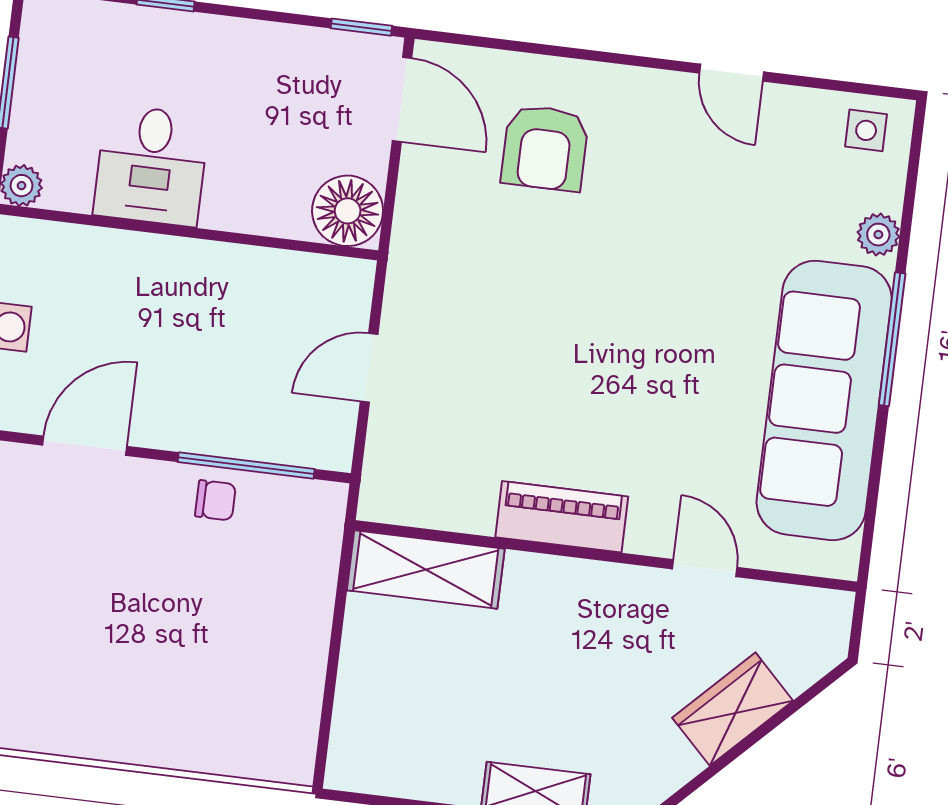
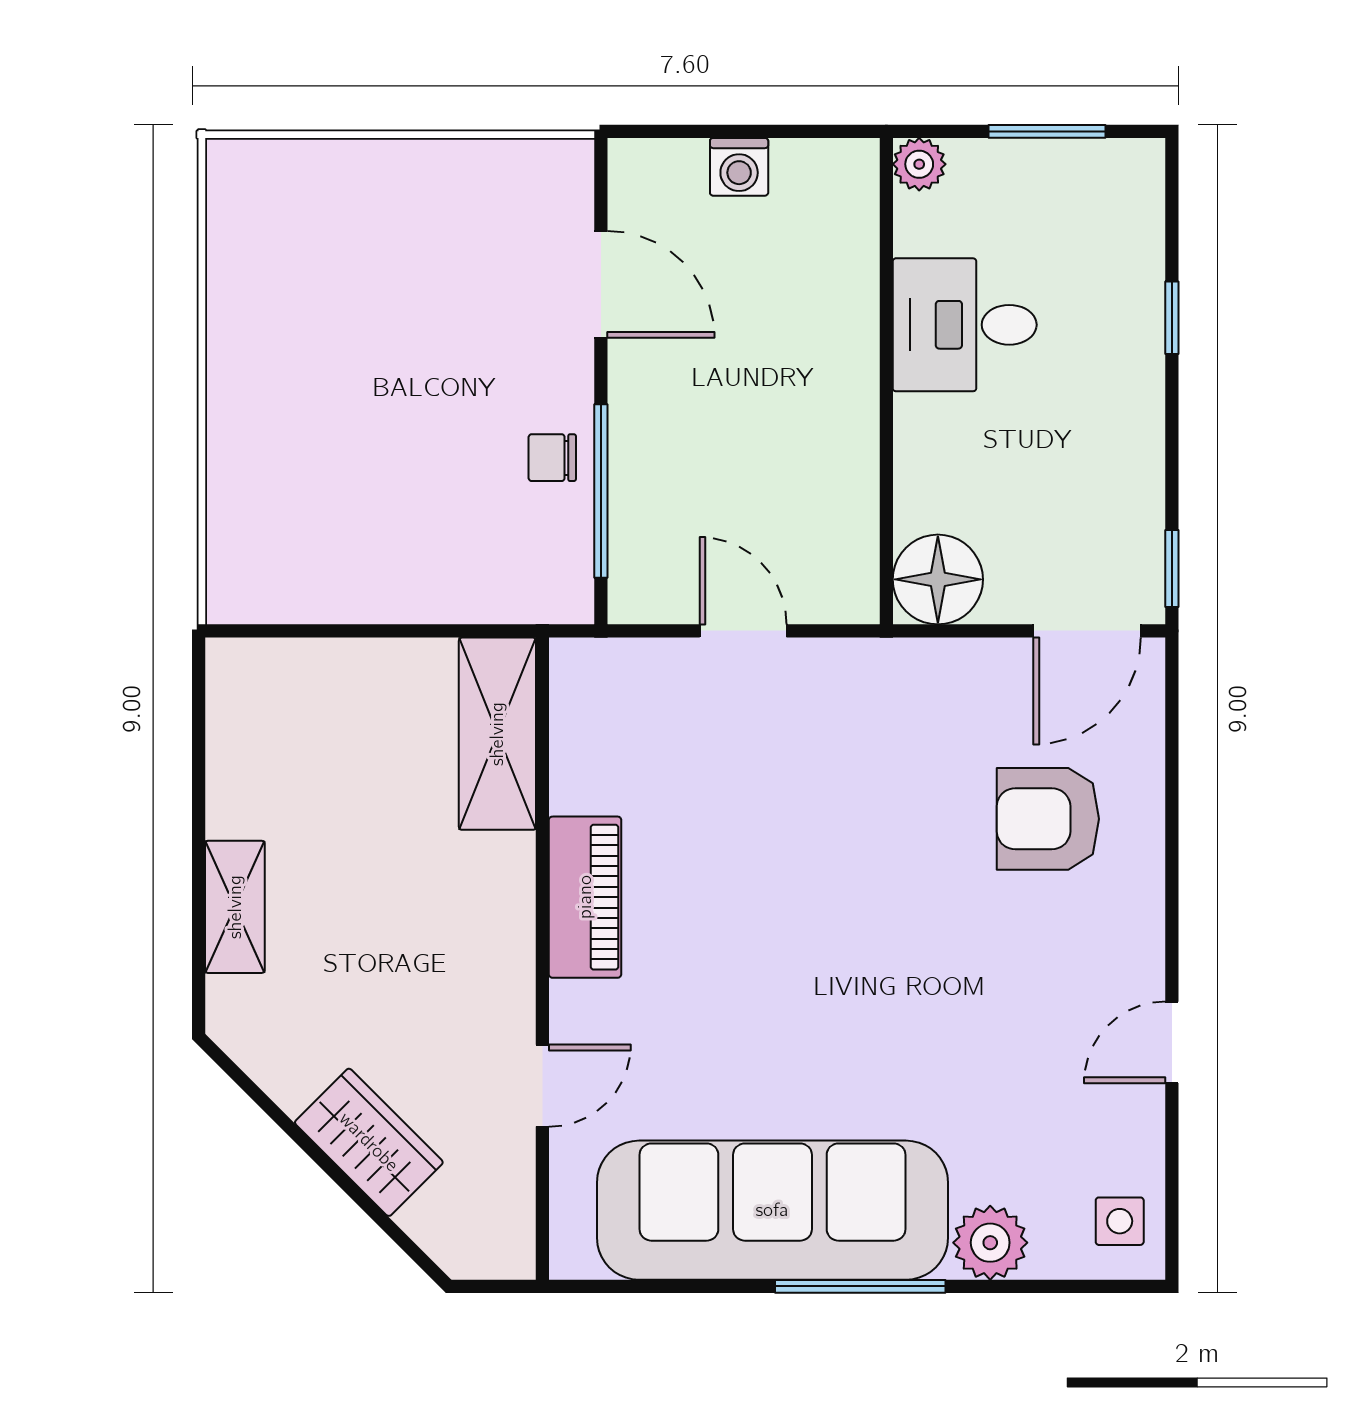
plant: (878, 235) -> (990, 1243), width x1.38, depth x1.38
chair: (215, 500) -> (552, 458), turned 90

